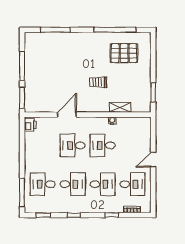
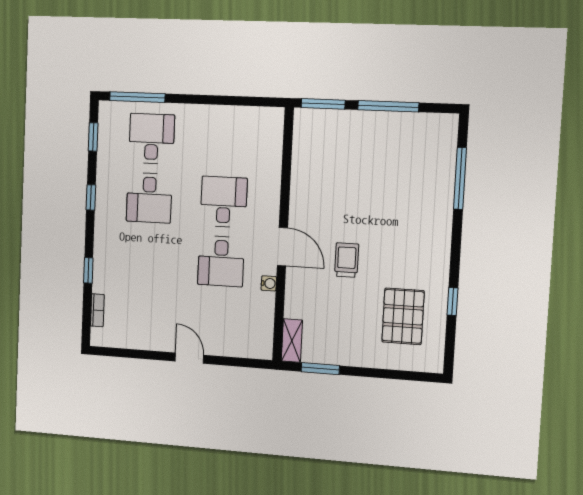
window: (115, 30) -> (452, 302), width x0.32
shelving: (120, 107) -> (292, 341), moved
door: (67, 115) -> (282, 247), moved
printer: (30, 125) -> (268, 118), removed
desk: (103, 145) -> (221, 261), turned 180
desk: (103, 184) -> (147, 257), removed
desk: (133, 184) -> (145, 315), removed

